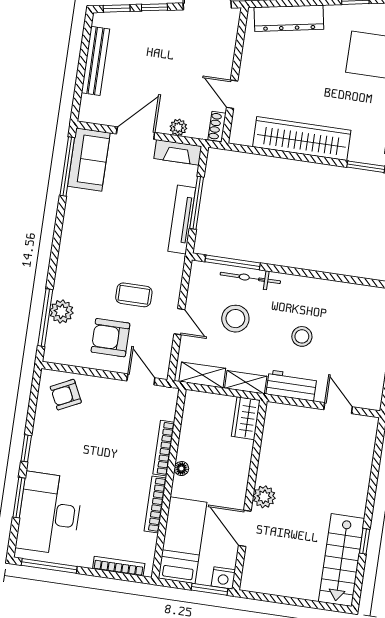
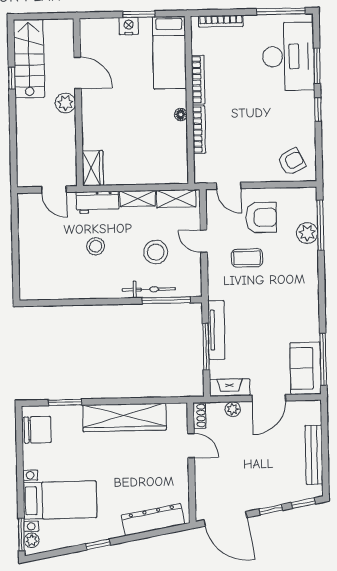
wardrobe: (246, 418) -> (93, 168), moved
wall: (250, 495) -> (78, 102), moved
plant: (264, 497) -> (65, 103), moved
door: (245, 528) -> (78, 73), moved

